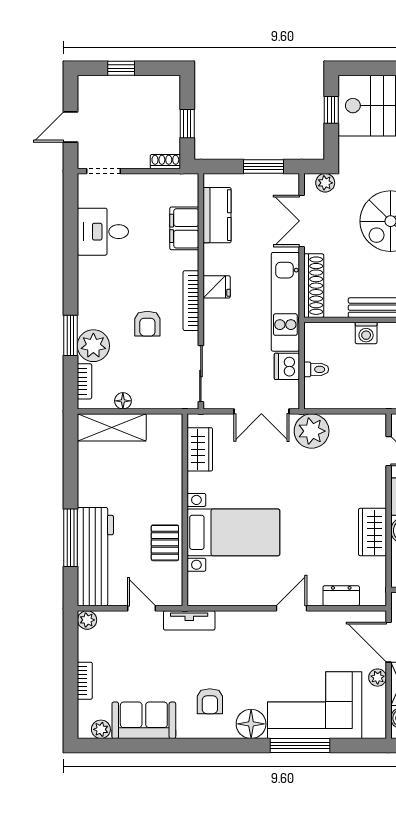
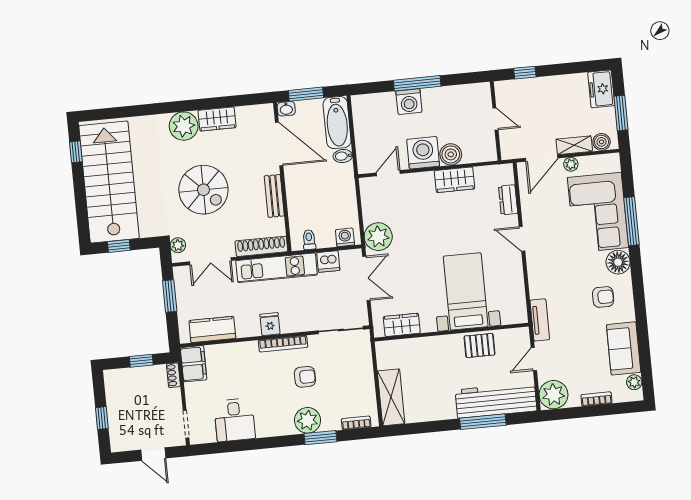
filing cabinet: (184, 228) -> (194, 364), moved, turned -90
washing machine: (366, 333) -> (345, 237), moved, turned -90
plant: (93, 346) -> (308, 420), moved
toilet: (316, 369) -> (309, 240), moved
floor lamp: (123, 401) -> (369, 390), removed
plant: (87, 620) -> (554, 395), width x1.87, depth x1.87

